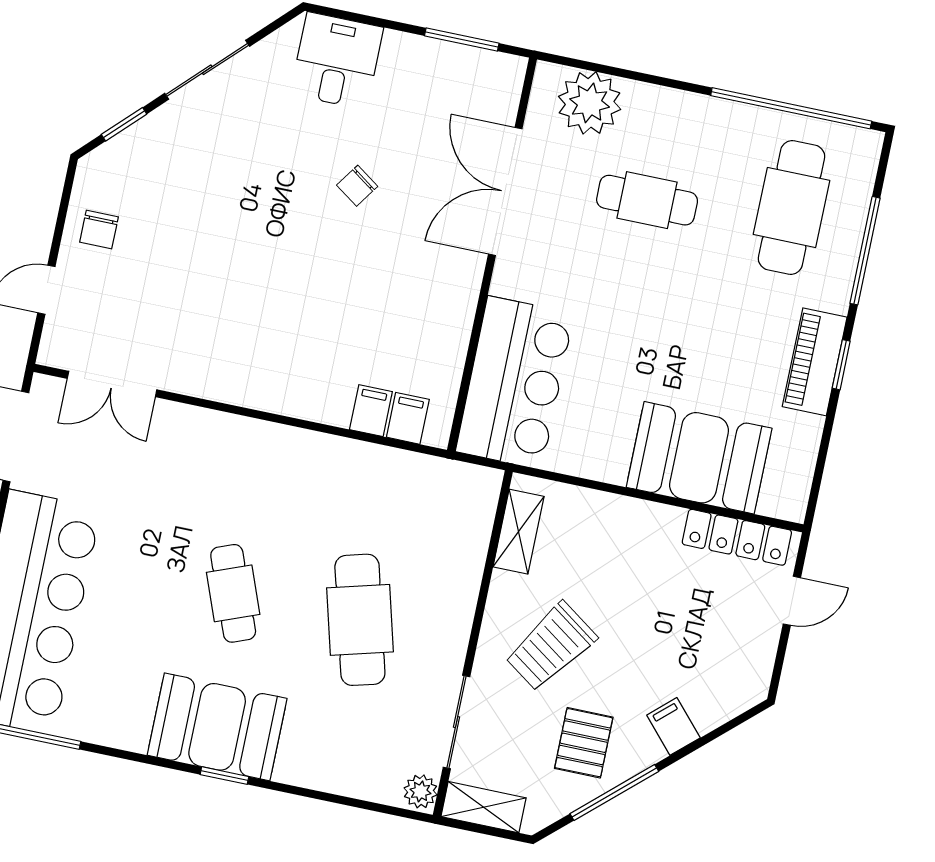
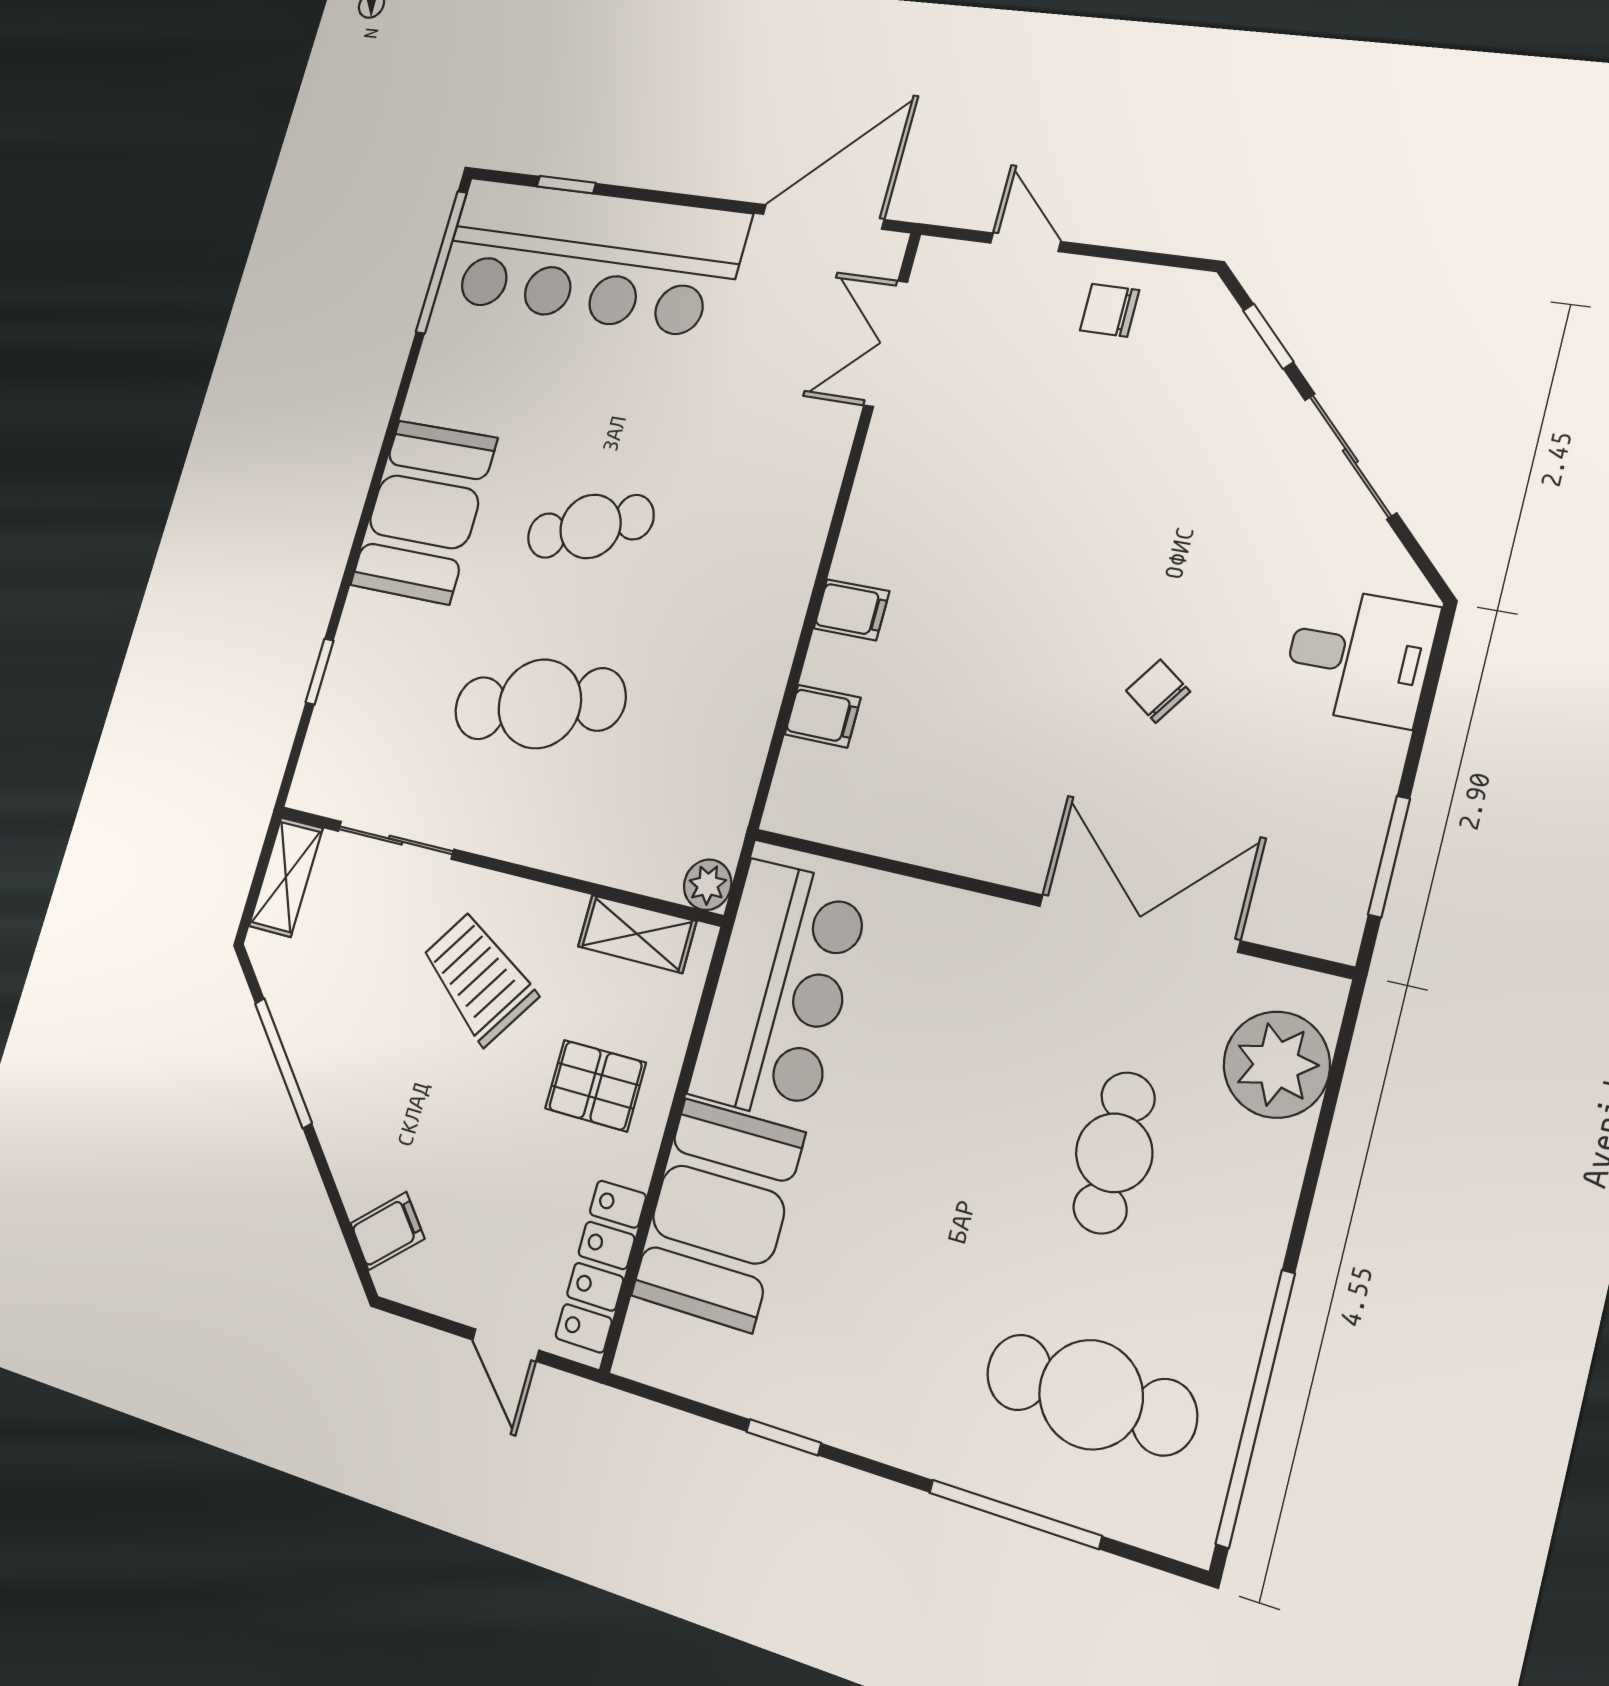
piano: (815, 362) -> (847, 1412), removed
window: (841, 365) -> (784, 1437), moved
bar counter: (515, 382) -> (779, 991), moved, turned -90
filing cabinet: (408, 418) -> (851, 610), moved
filing cabinet: (673, 726) -> (387, 1231), moved
pallet: (584, 743) -> (595, 1086), moved
window: (224, 776) -> (320, 672), moved
plant: (420, 791) -> (708, 885), moved

